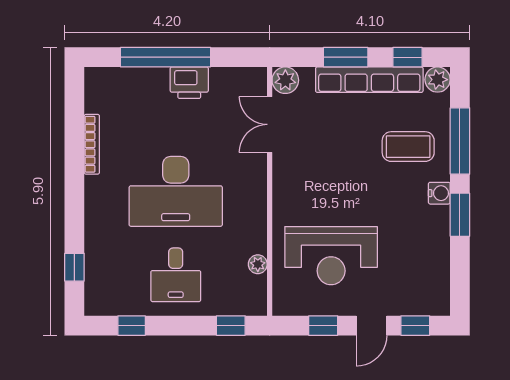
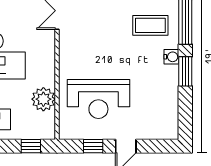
plant: (258, 264) -> (43, 99), width x1.87, depth x1.87
window: (415, 326) -> (155, 146), removed

